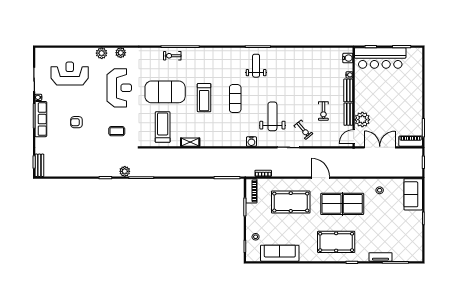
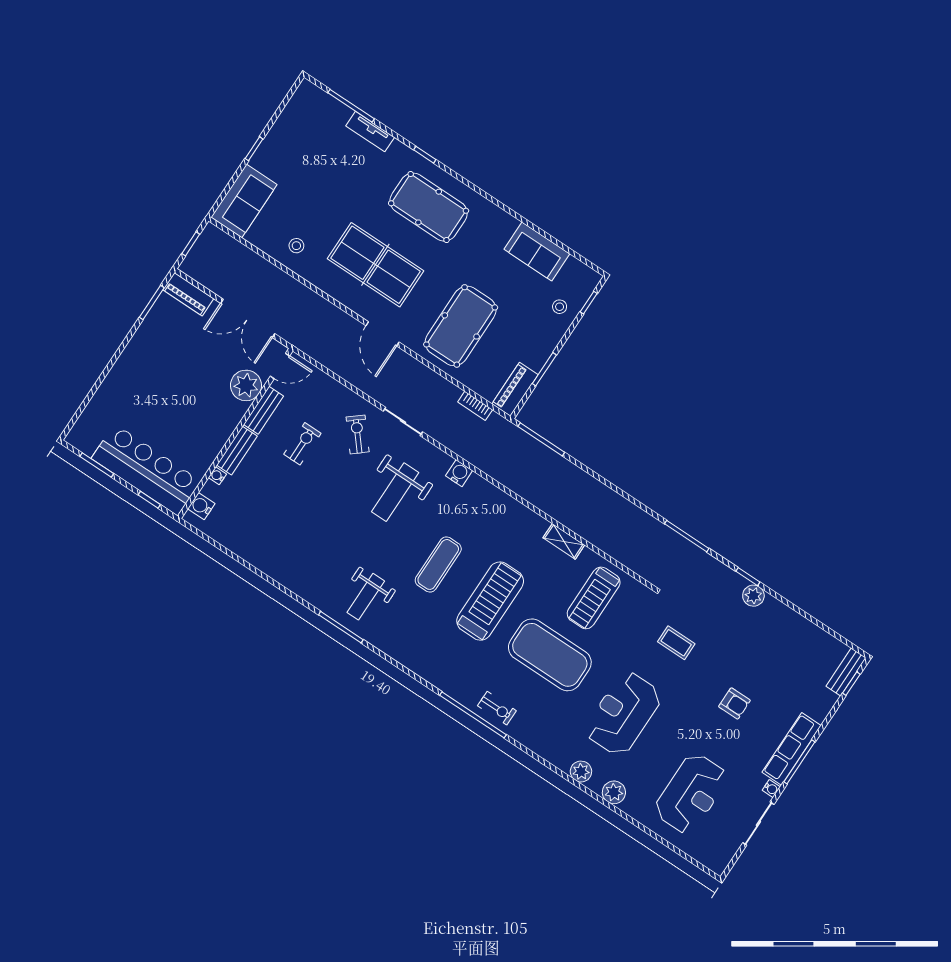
reception desk: (70, 74) -> (691, 794), turned -90
treadmill: (204, 98) -> (490, 601), width x1.37, depth x1.38
plant: (125, 171) -> (753, 596), moved
pool table: (291, 202) -> (461, 326), turned 90
sofa: (280, 253) -> (537, 252), width x0.73

